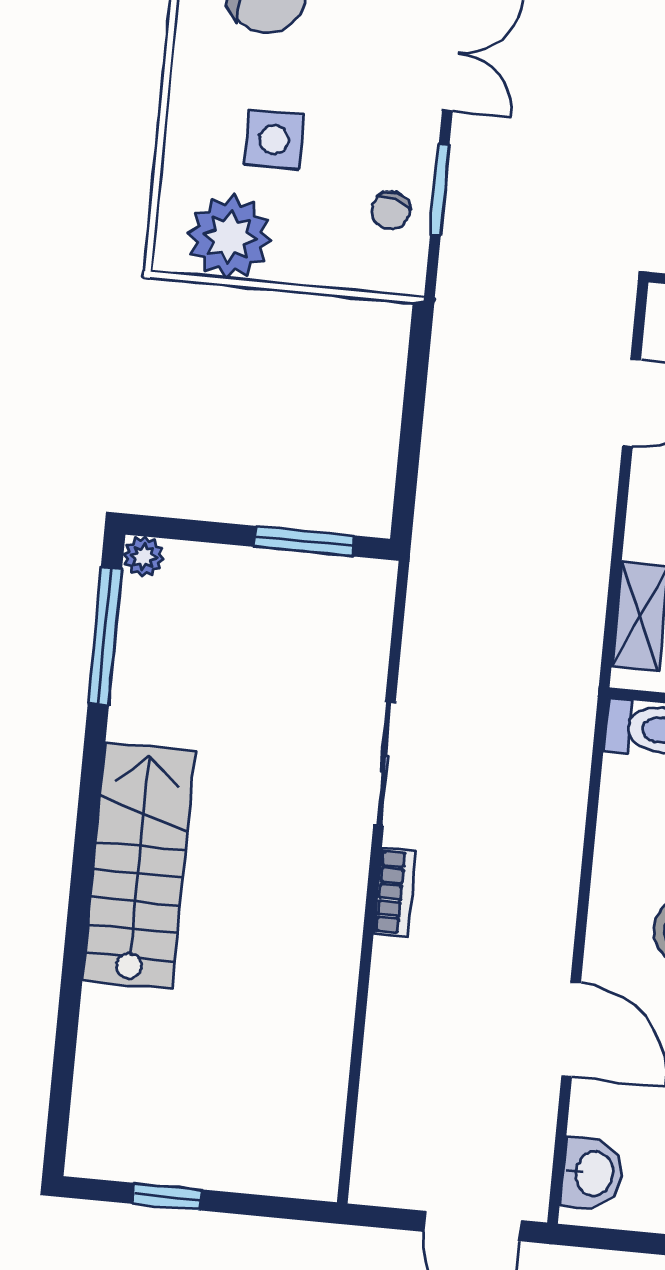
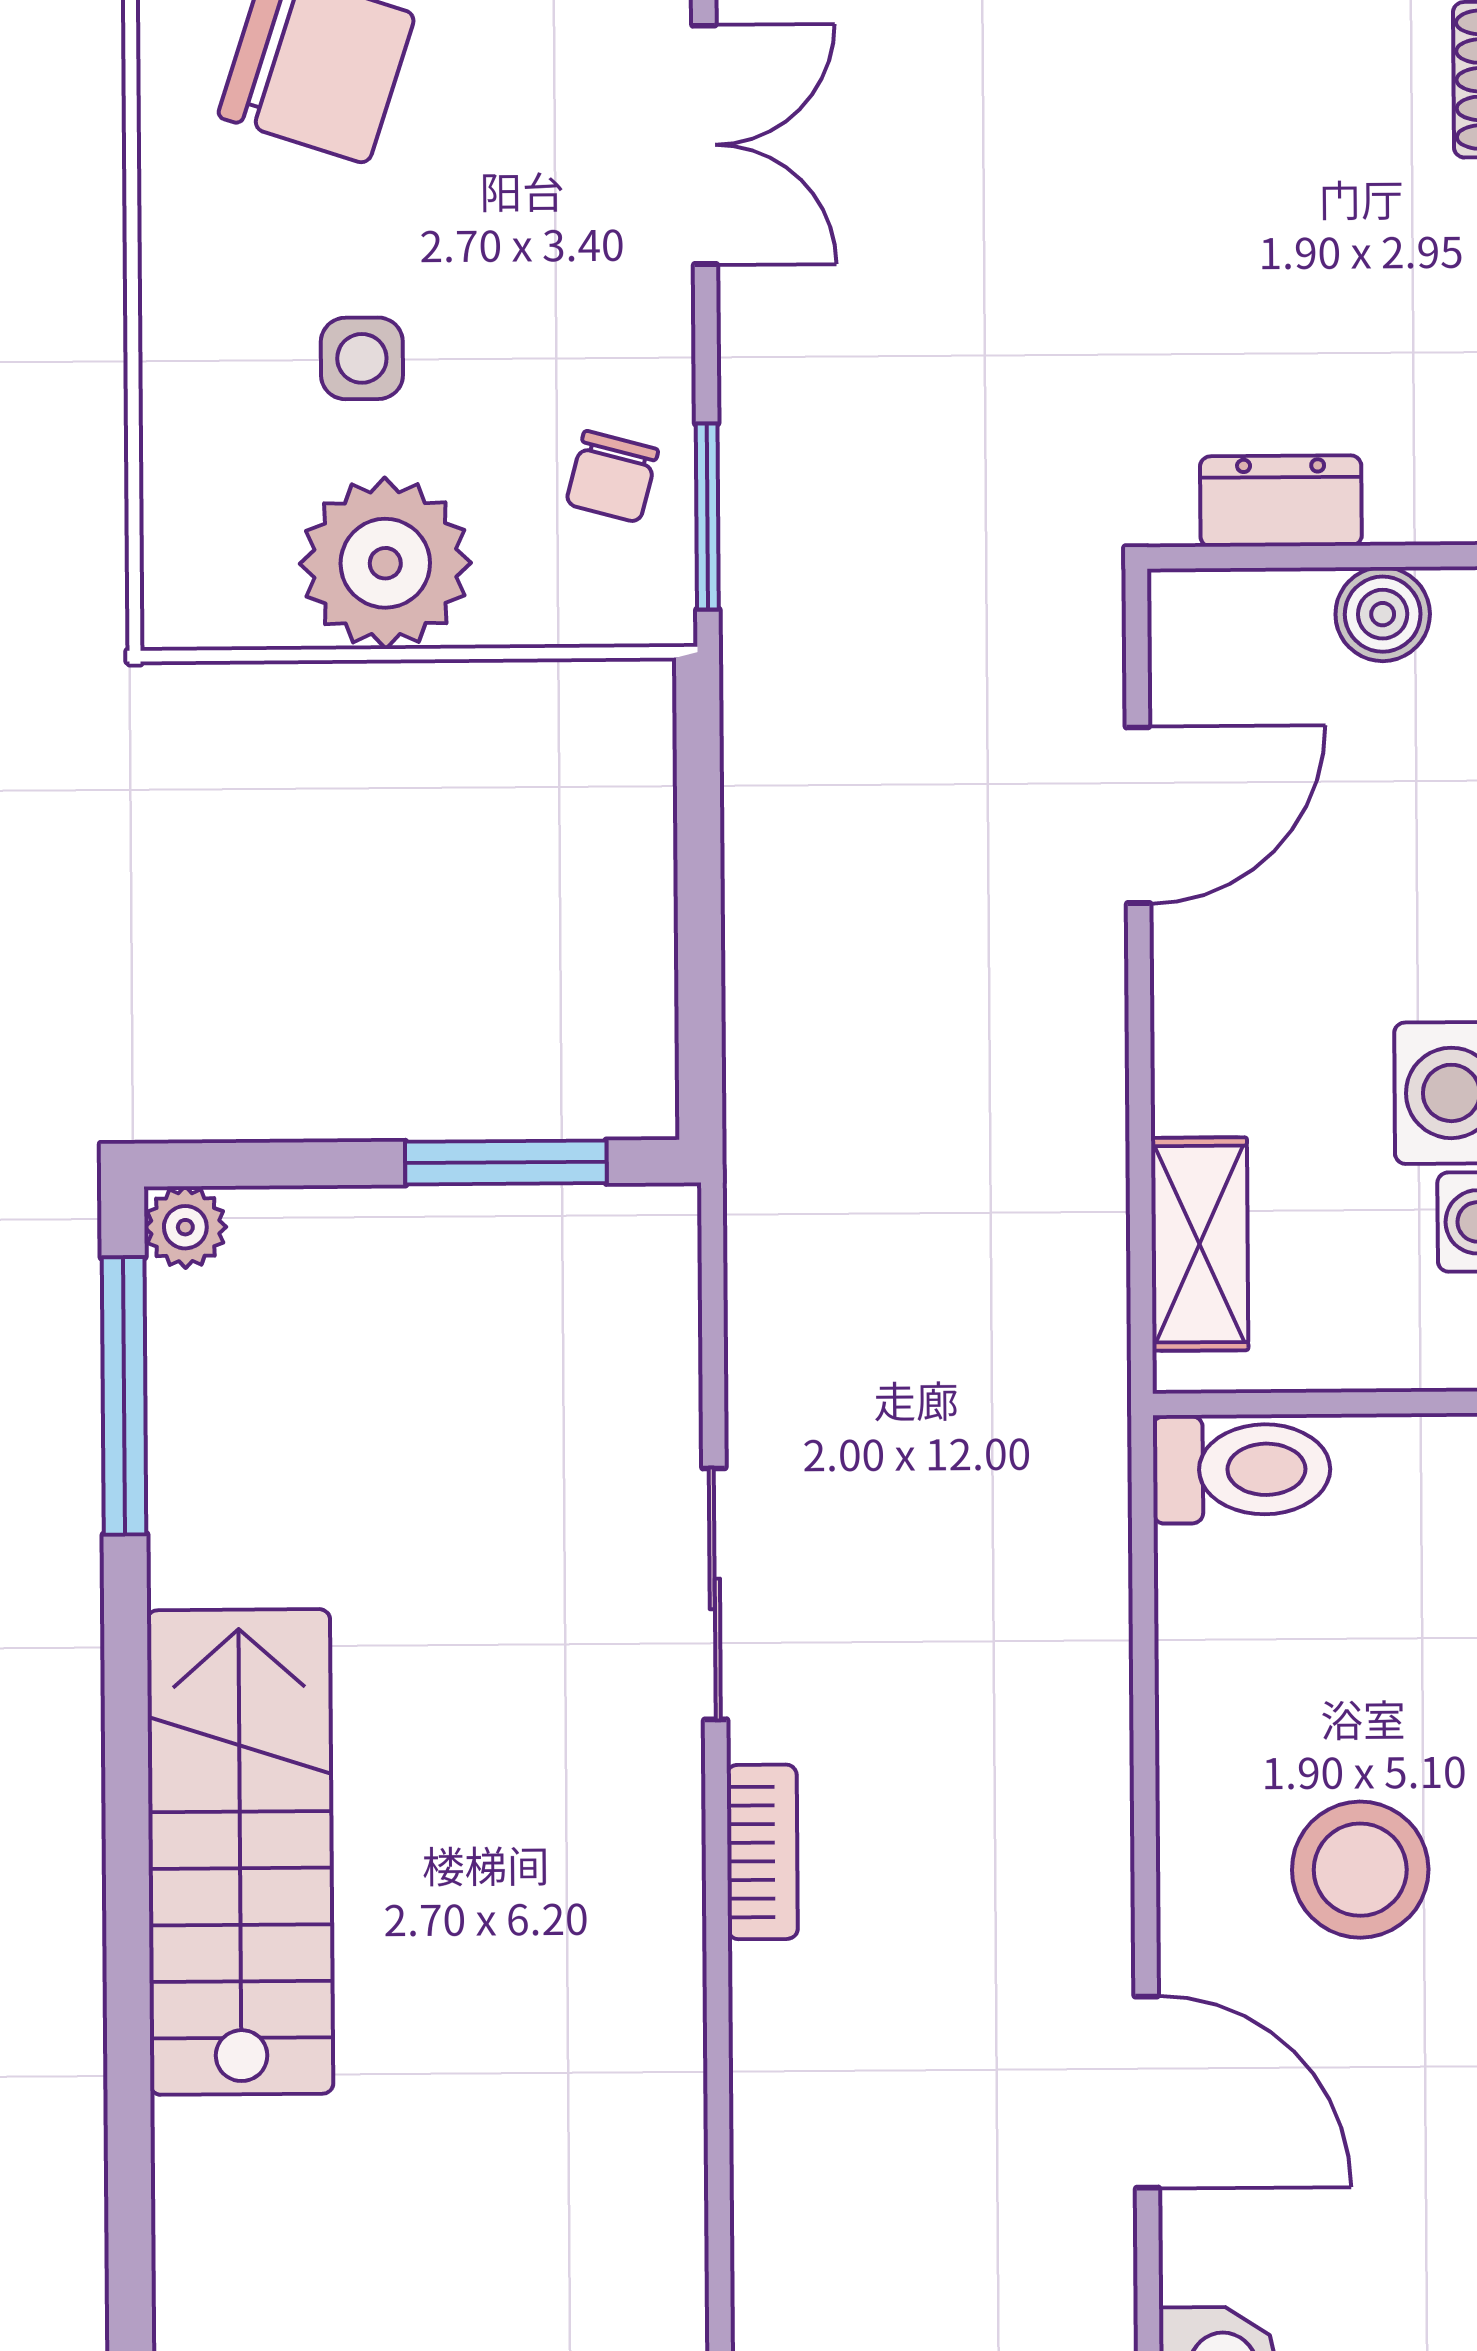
side table: (274, 140) -> (362, 358), width x0.73, depth x0.73
window: (440, 190) -> (707, 517), moved
plant: (230, 237) -> (385, 563), moved

